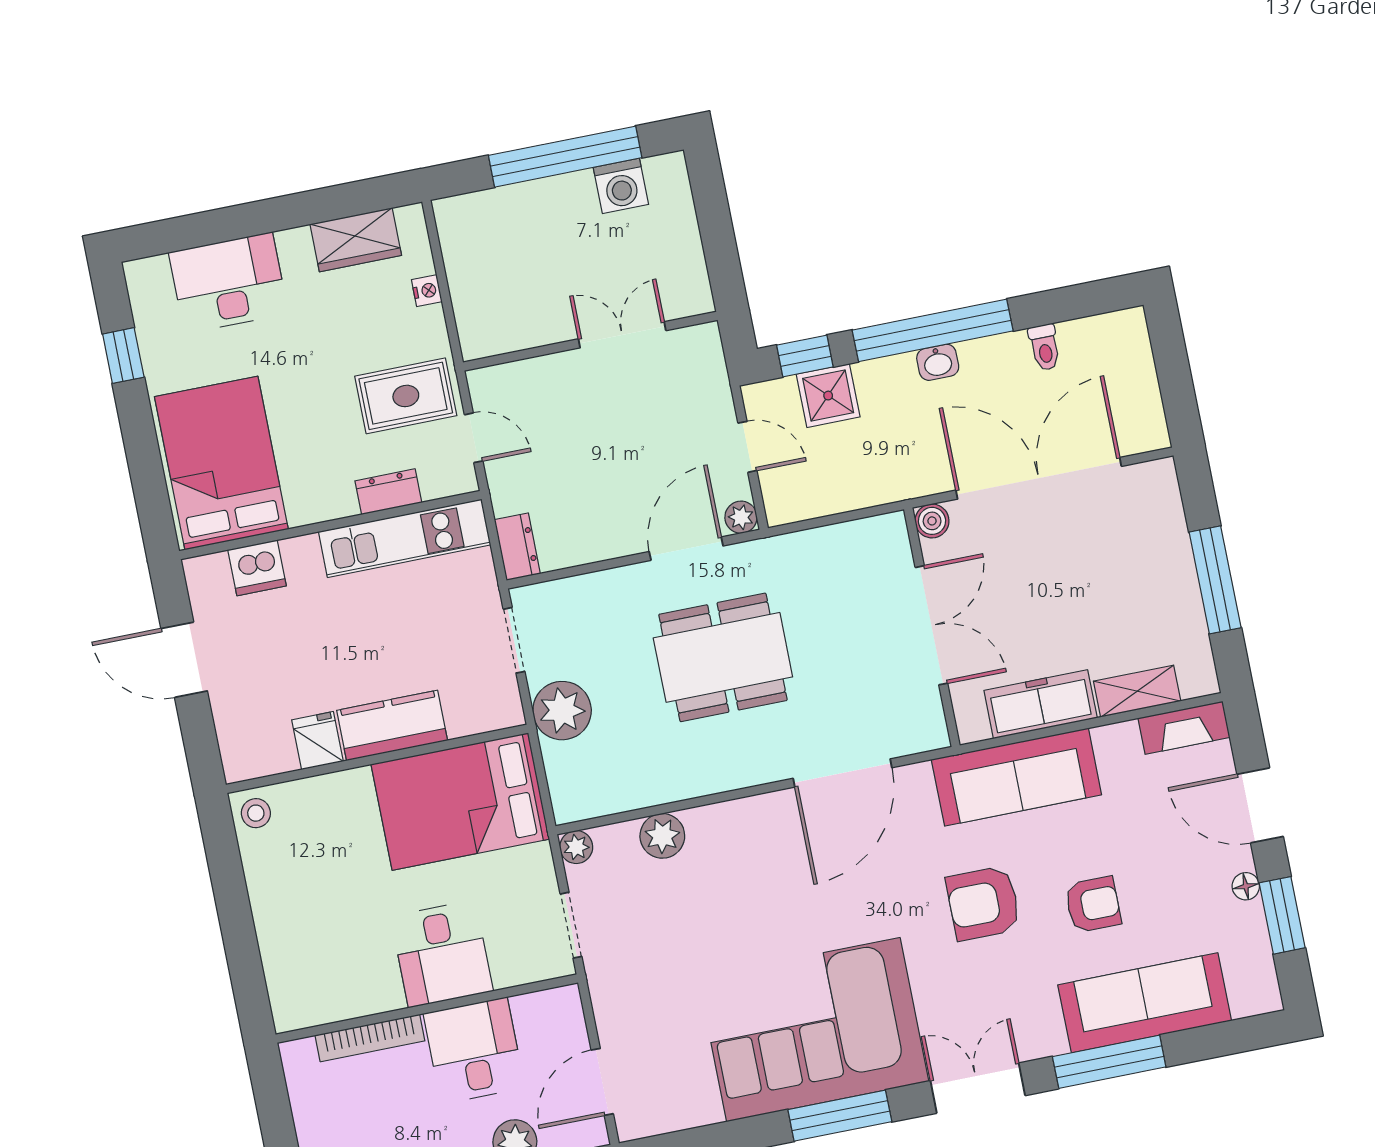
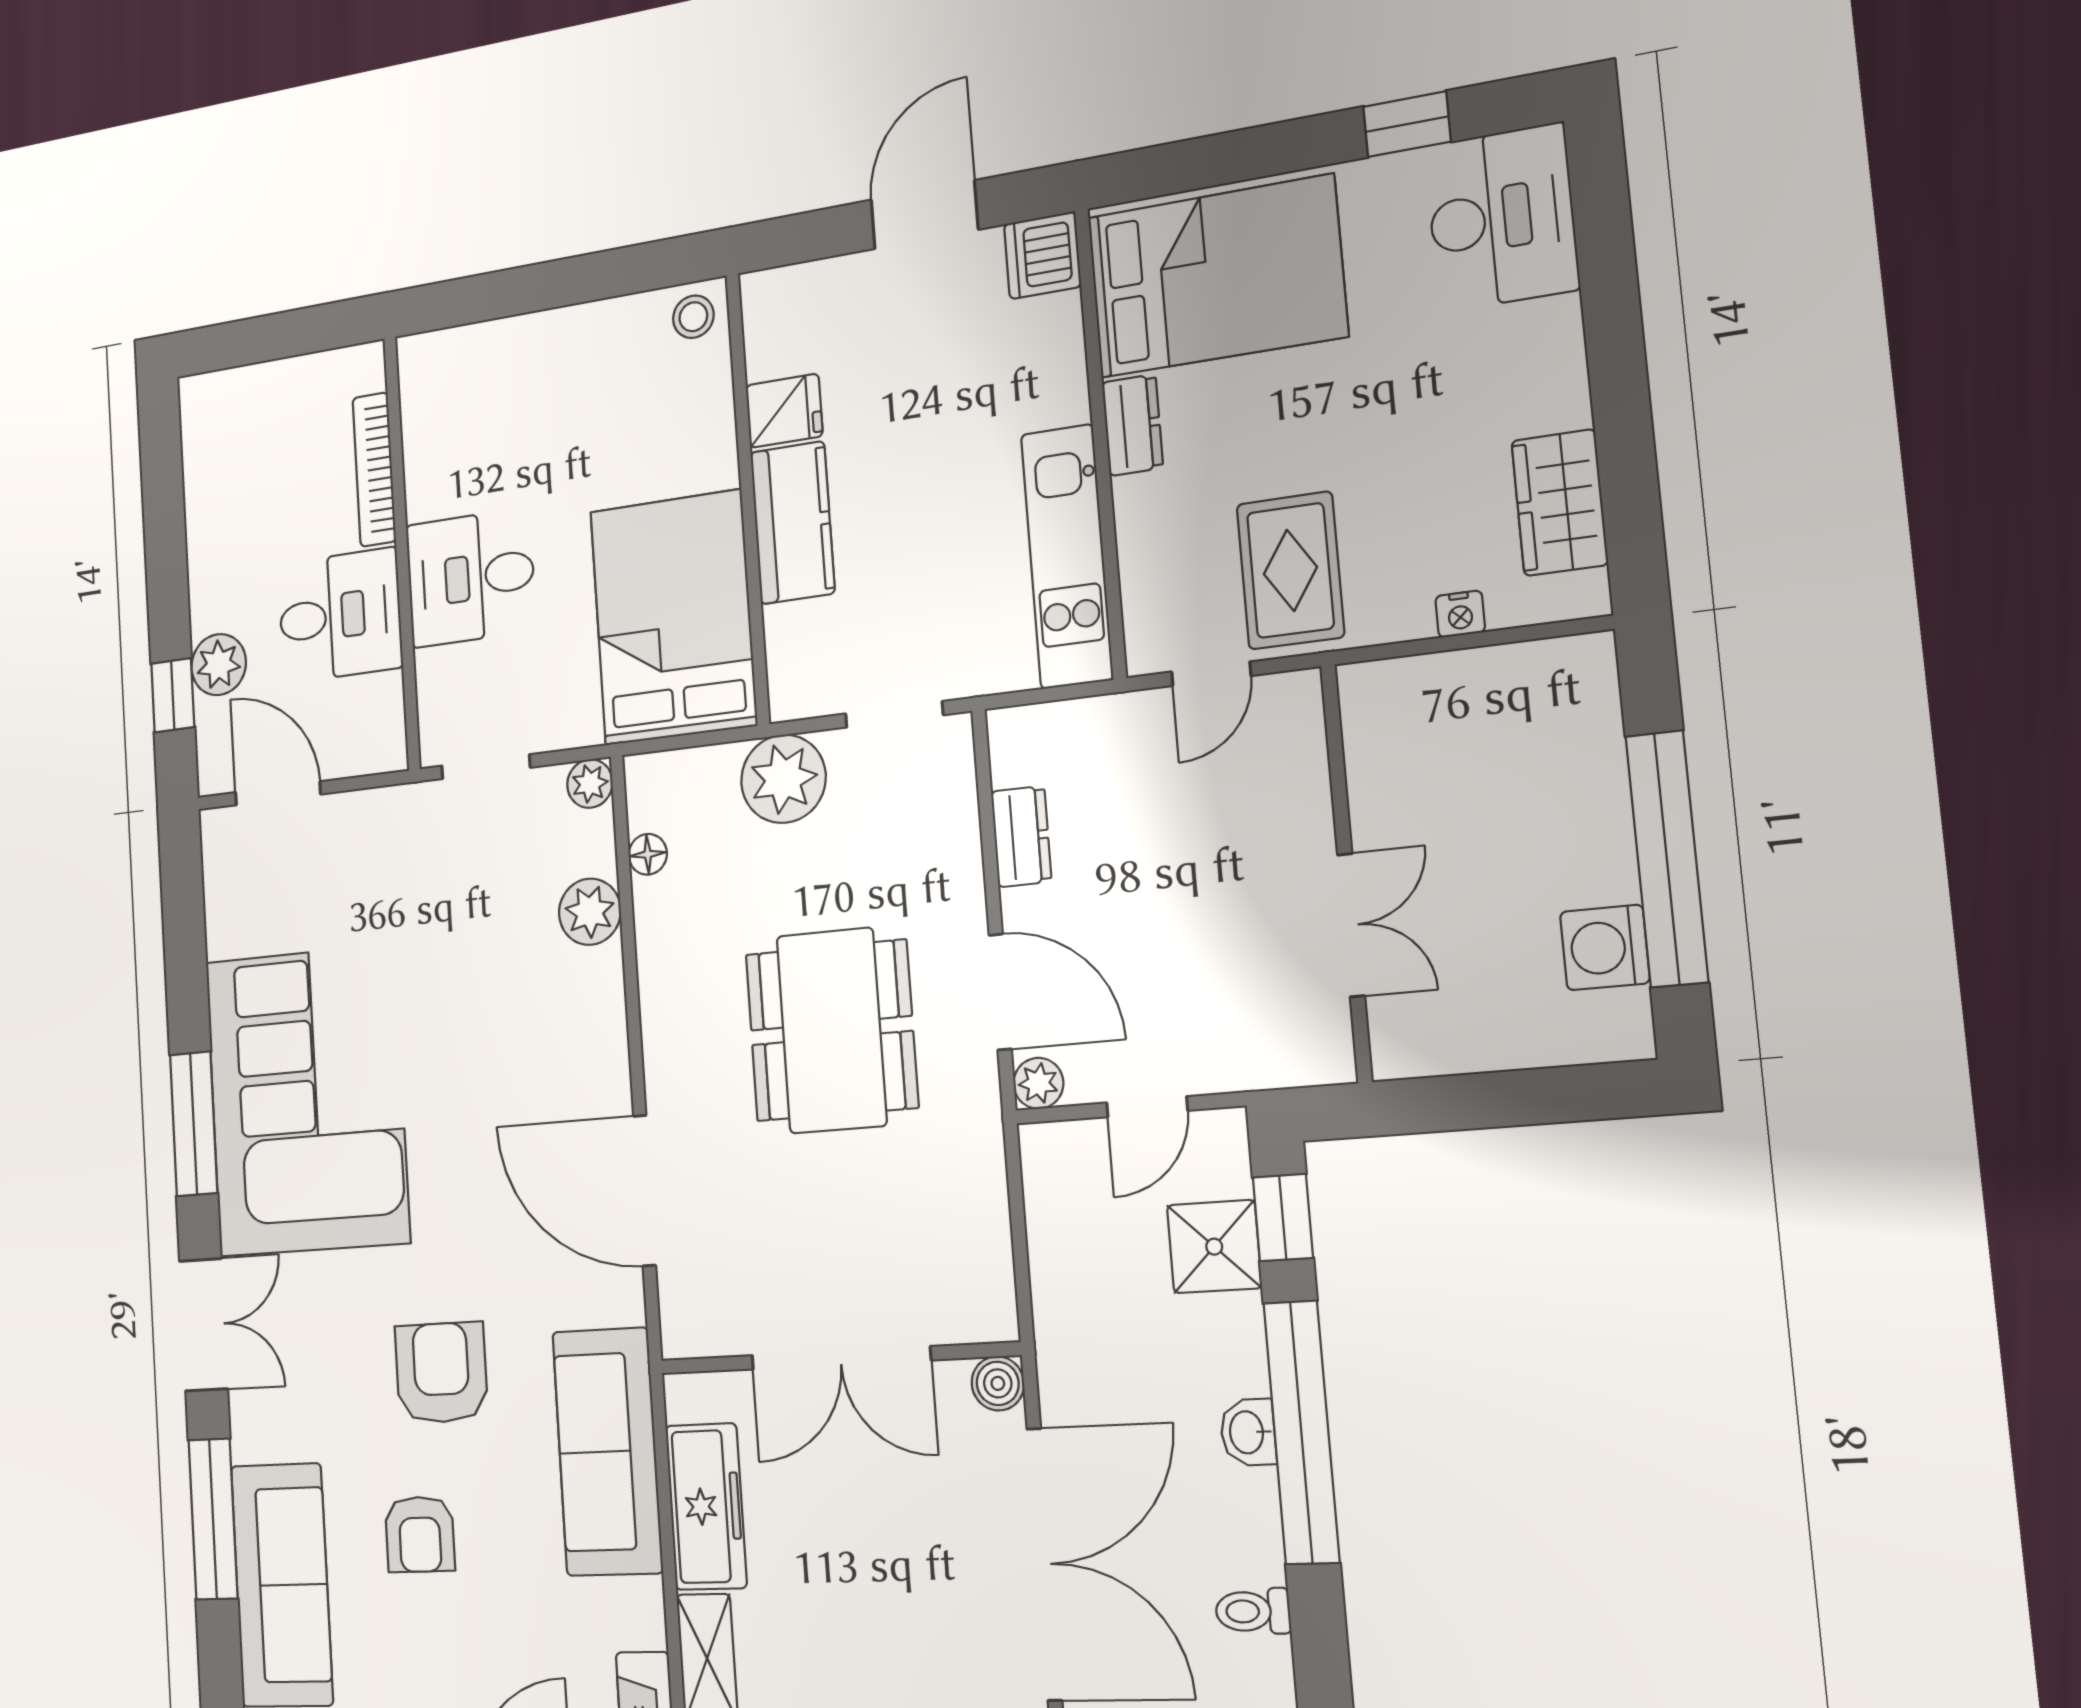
desk: (228, 283) -> (1502, 217), moved
dresser: (388, 492) -> (1132, 425), moved
dresser: (517, 547) -> (1021, 837), moved, turned -90
dishwasher: (257, 568) -> (1042, 255), moved
floor lamp: (620, 799) -> (648, 854), added

